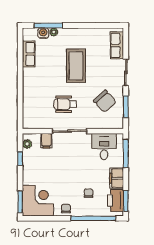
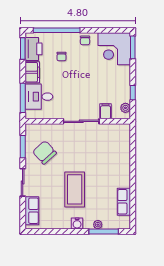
water cooler: (43, 33) -> (77, 223), moved
wheelchair: (65, 104) -> (86, 149), removed
desk: (104, 147) -> (39, 97), moved, turned 90

